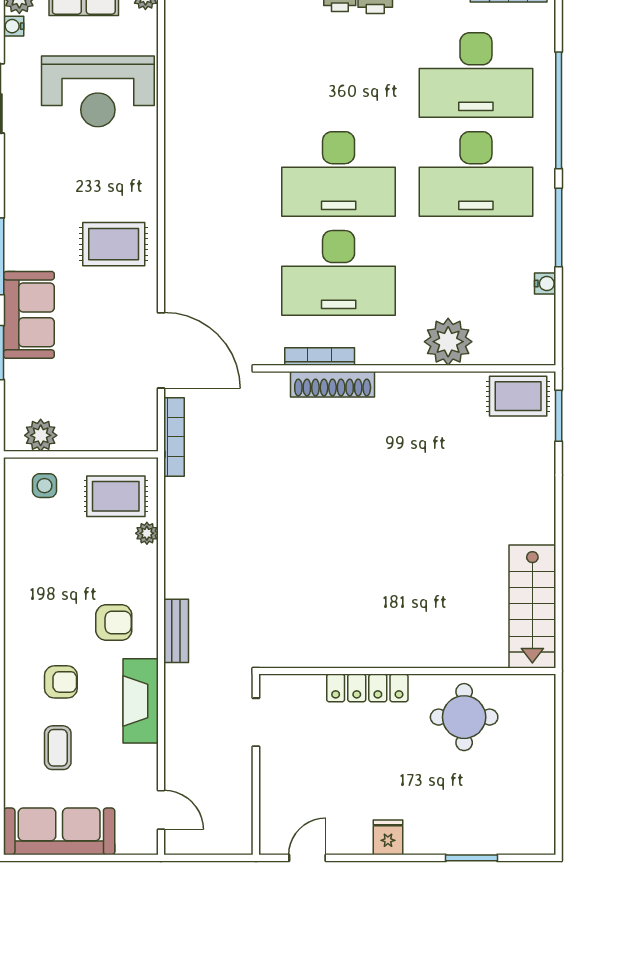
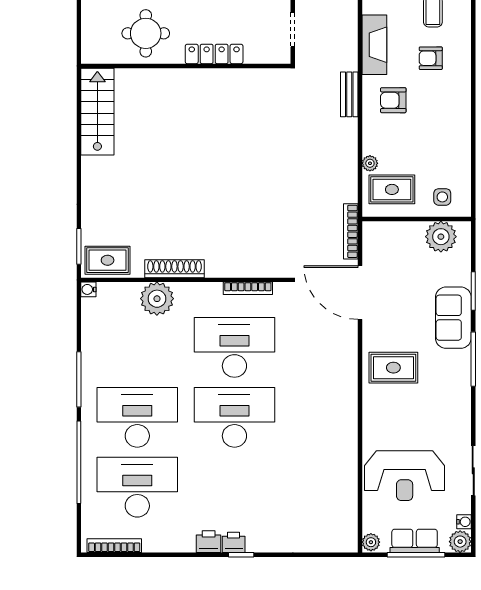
reception desk: (98, 91) -> (405, 476), turned 180
water cooler: (545, 284) -> (88, 289), moved
shoe rack: (333, 384) -> (174, 269), moved
plant: (41, 435) -> (441, 237), width x1.36, depth x1.36

